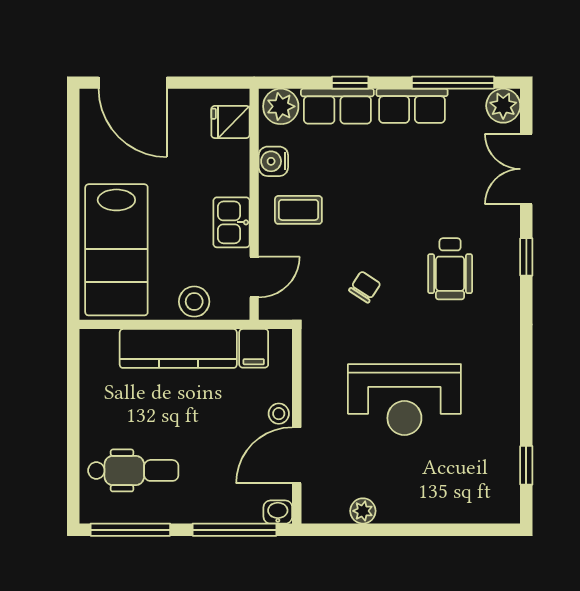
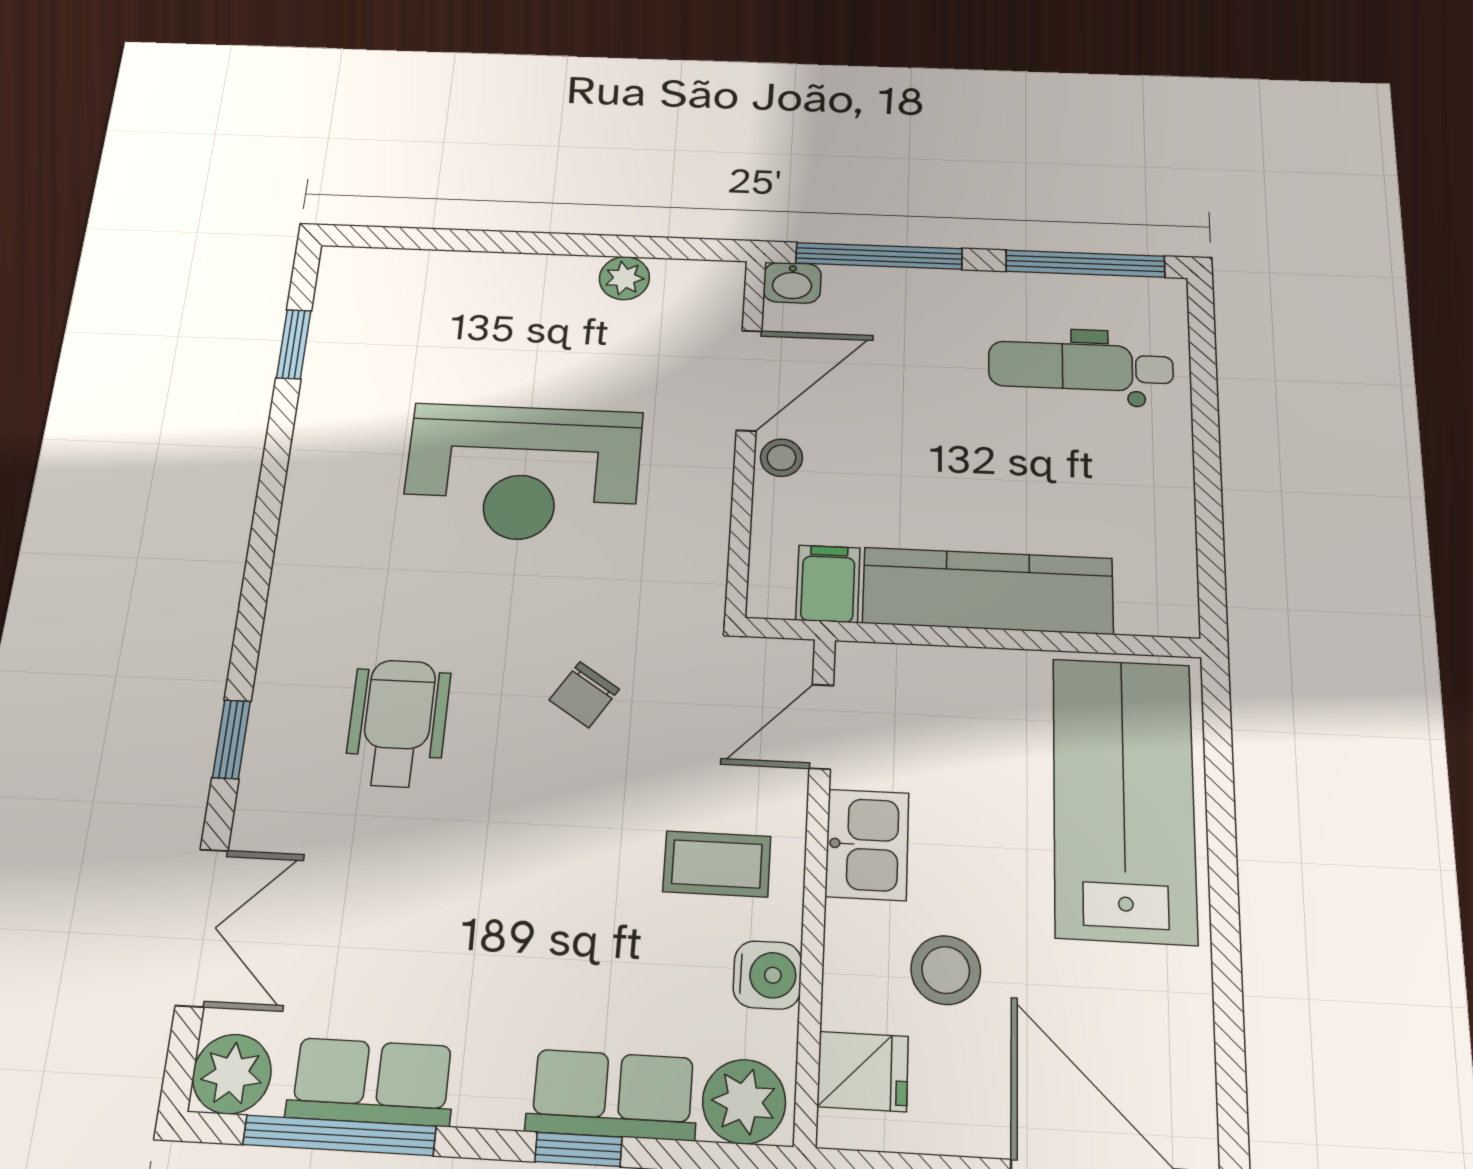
row of seats: (412, 106) -> (372, 1082), moved
stool: (194, 302) -> (946, 970), moved
reception desk: (404, 400) -> (522, 473), turned 180

